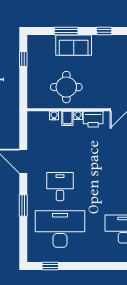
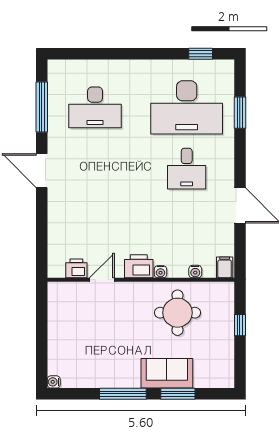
window: (104, 31) -> (123, 394), width x2.17
window: (23, 59) -> (240, 325), moved
filing cabinet: (67, 118) -> (225, 267), moved
window: (23, 205) -> (240, 113), moved

